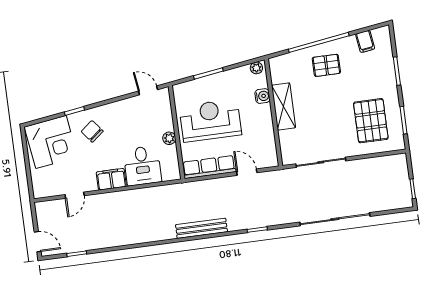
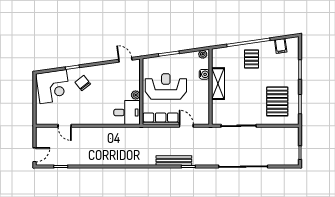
pallet: (326, 65) -> (251, 59), turned 90
desk: (142, 166) -> (127, 112), moved, turned -90
filing cabinet: (111, 179) -> (92, 118), removed
door: (75, 195) -> (65, 126), hinge flipped
bench: (201, 228) -> (174, 160), moved
door: (38, 242) -> (35, 155), hinge flipped

